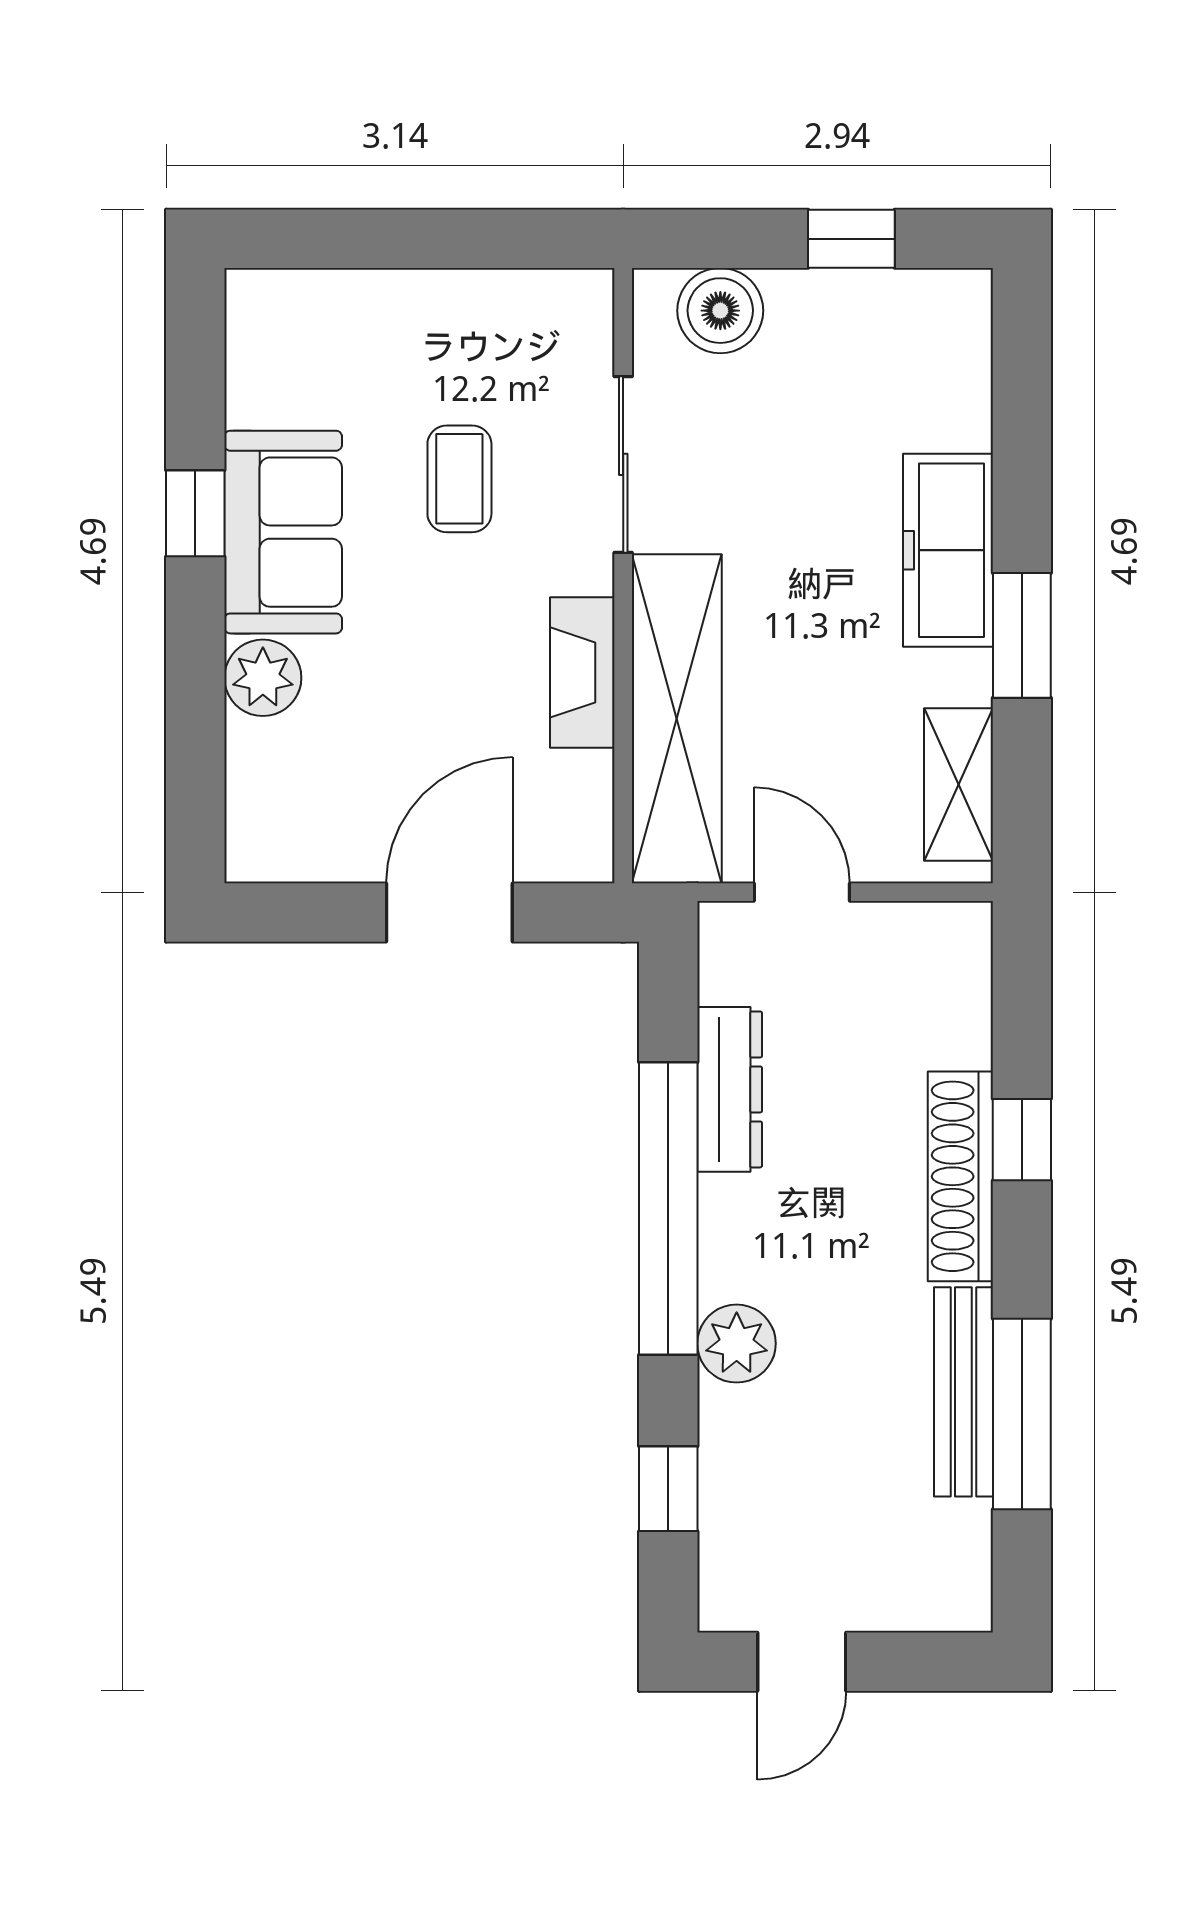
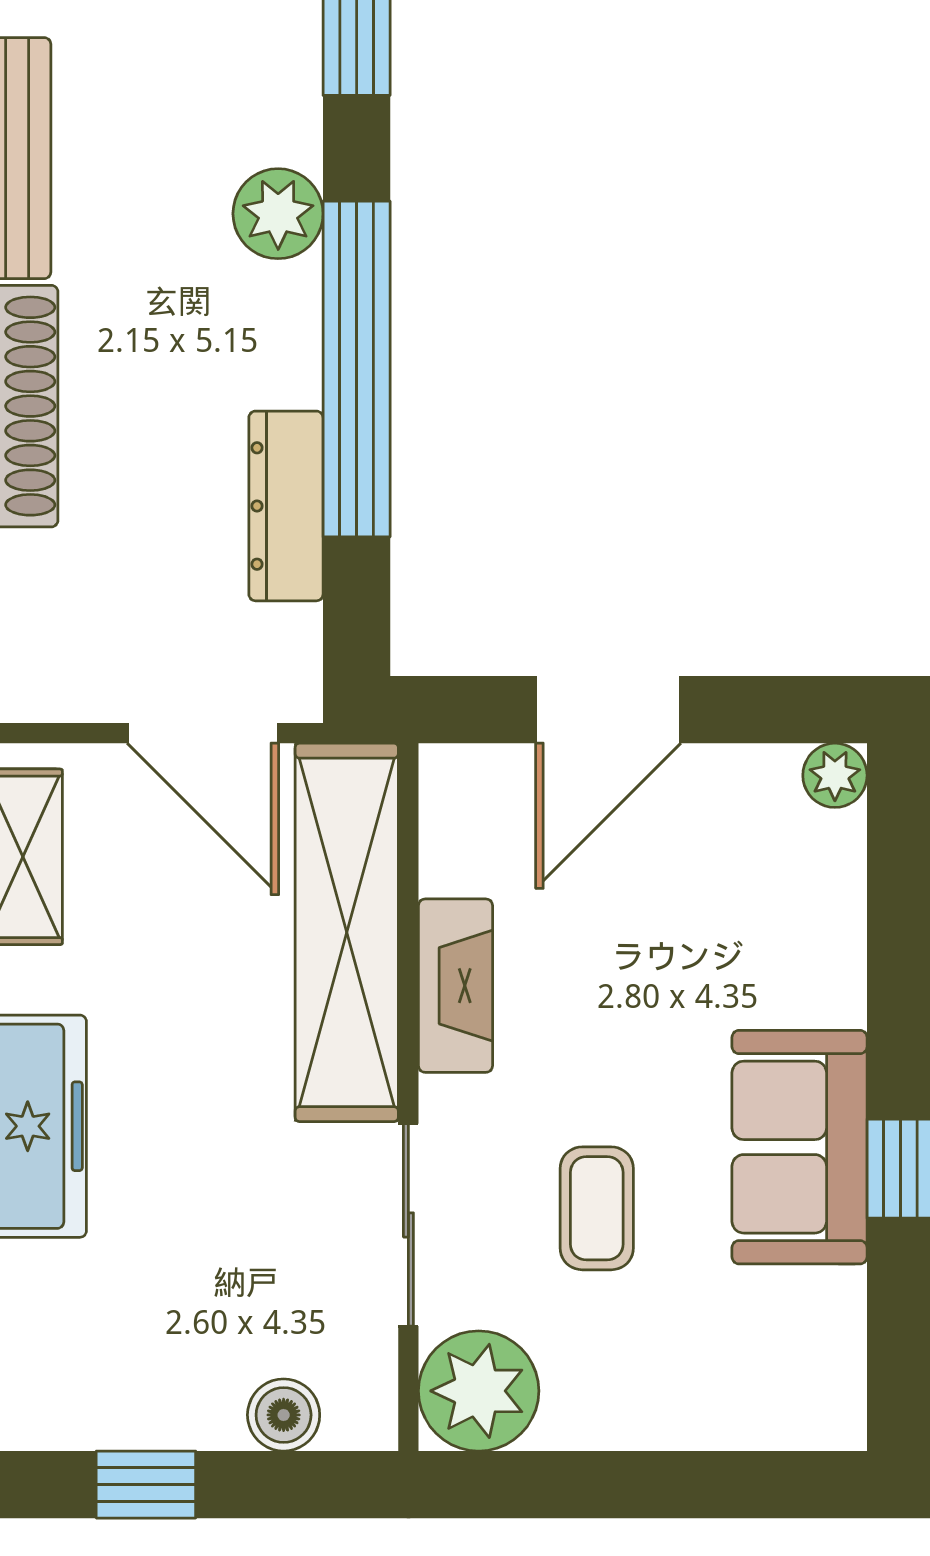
boiler: (720, 311) -> (284, 1415), width x0.73, depth x0.73
plant: (562, 320) -> (479, 1391), added
plant: (263, 678) -> (835, 775), moved, width x0.73, depth x0.73
door: (802, 892) -> (203, 733), width x1.38

